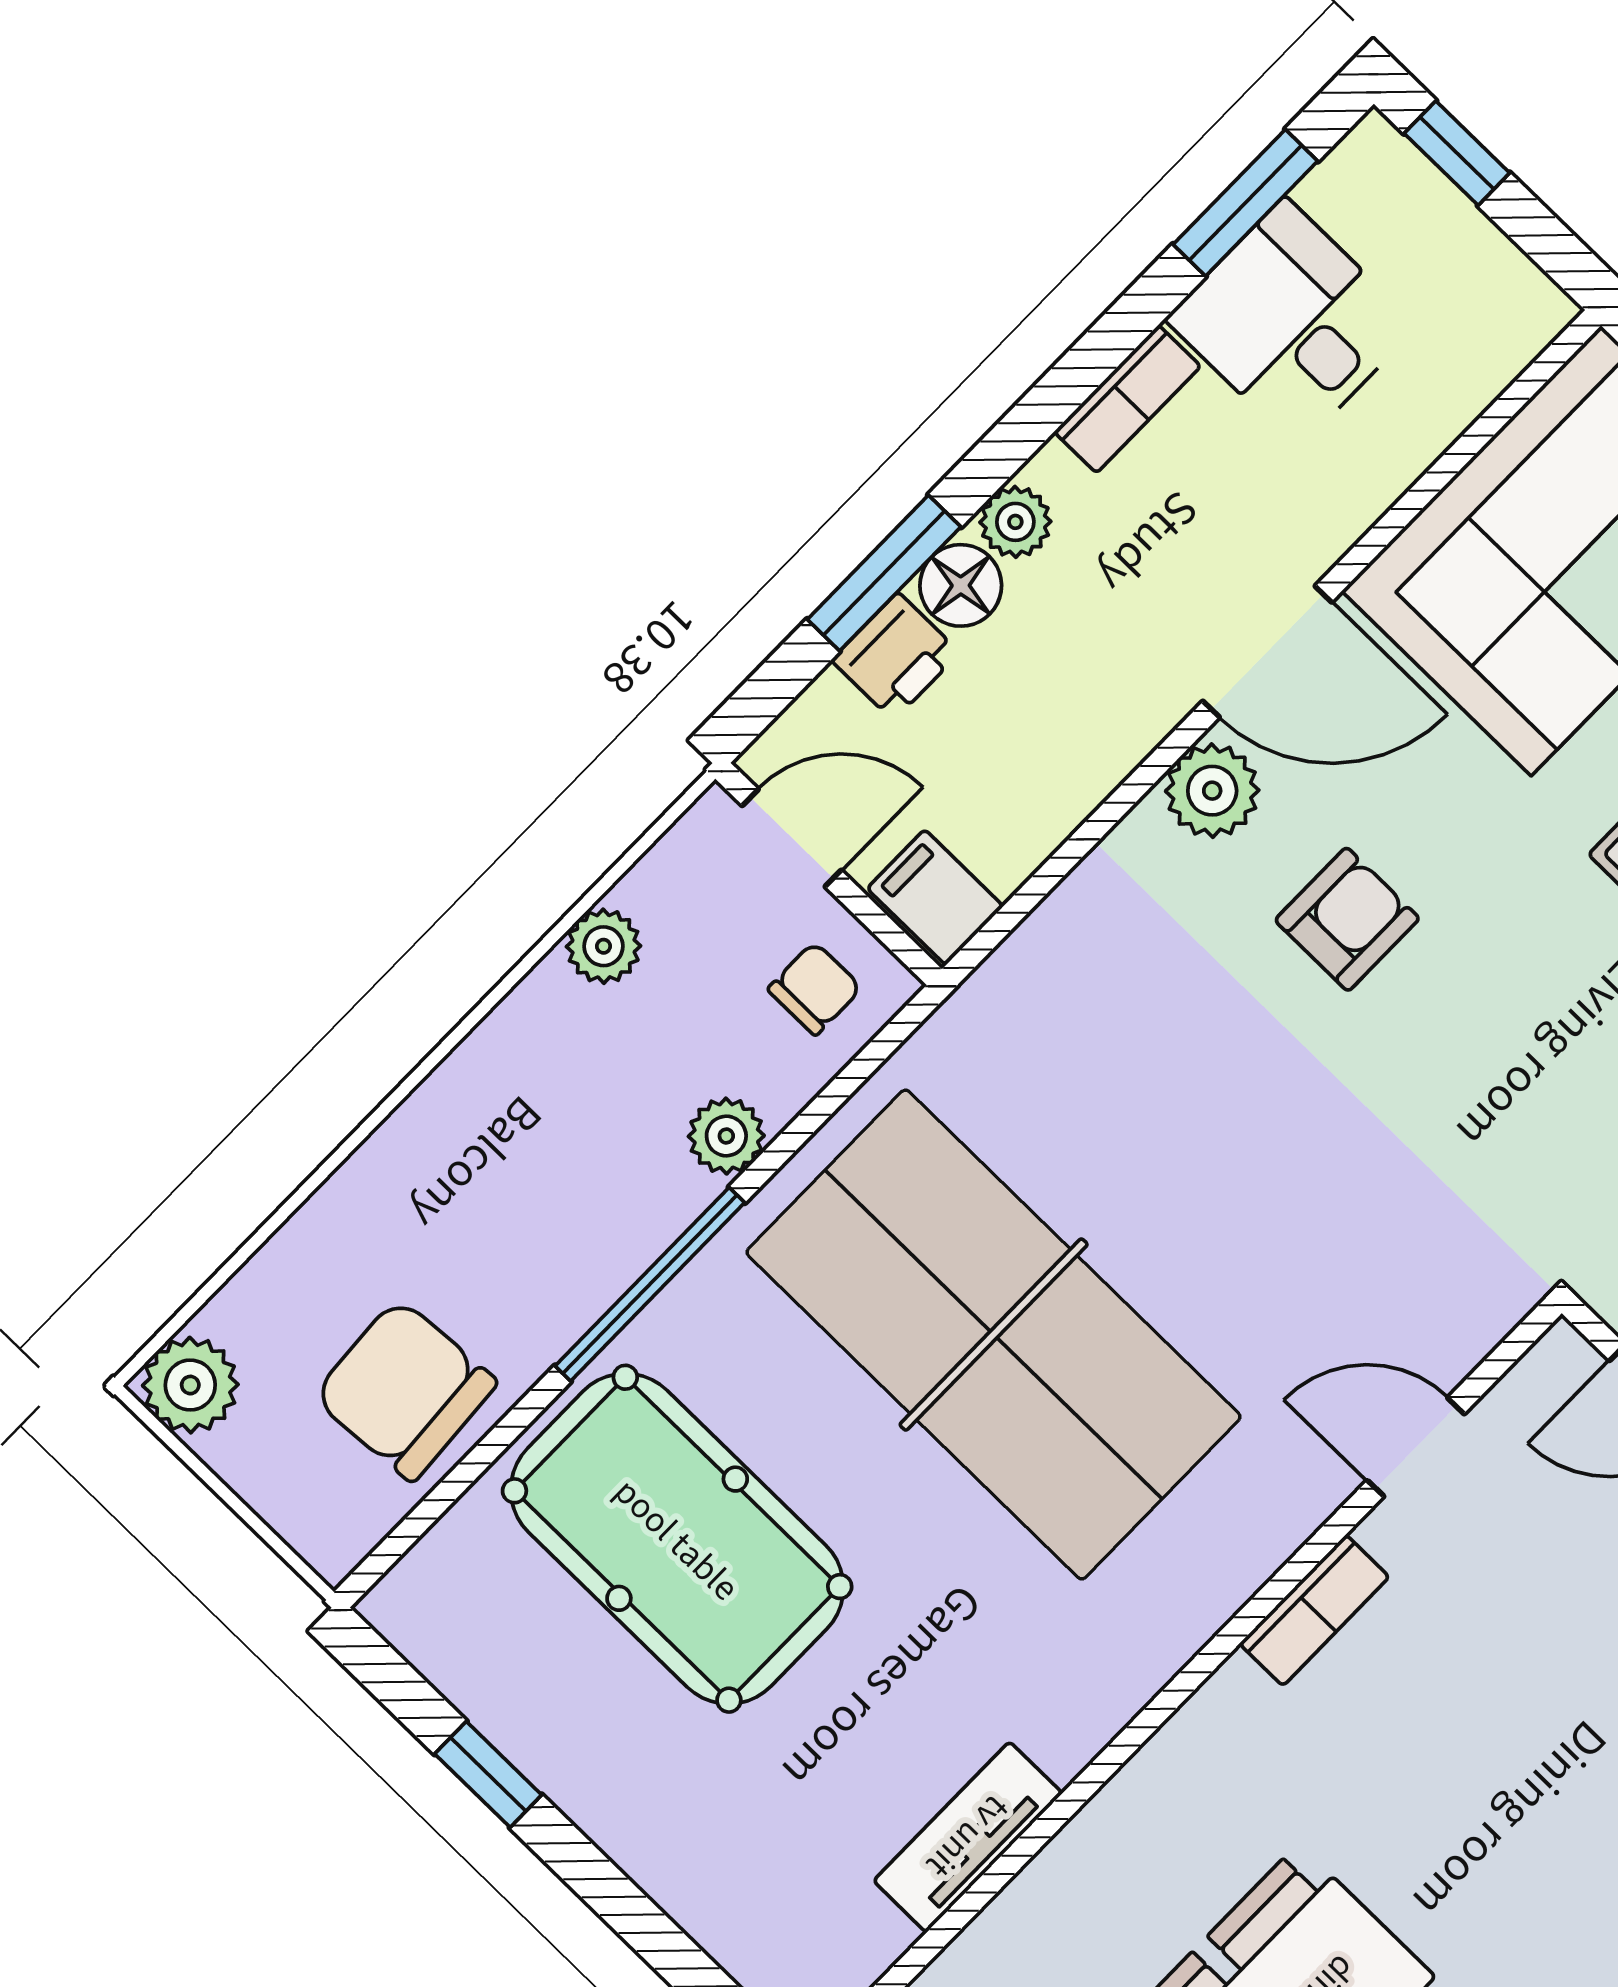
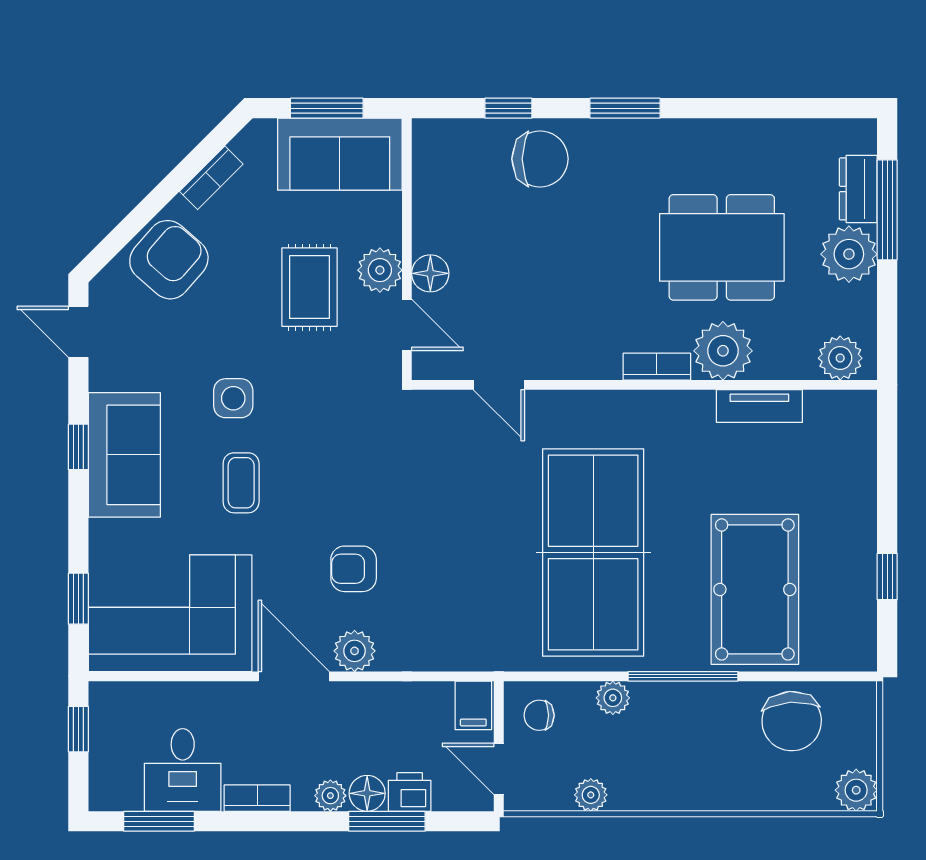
window: (1457, 153) -> (78, 729), moved
bookcase: (1314, 1610) -> (657, 367), moved
plant: (1116, 1865) -> (723, 351), added

